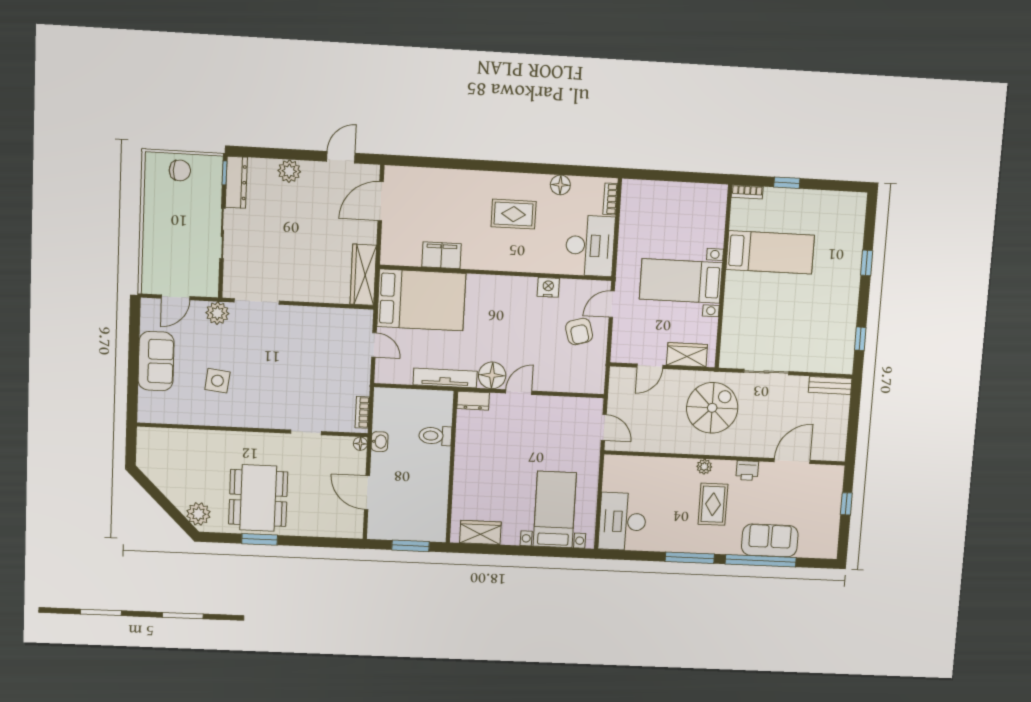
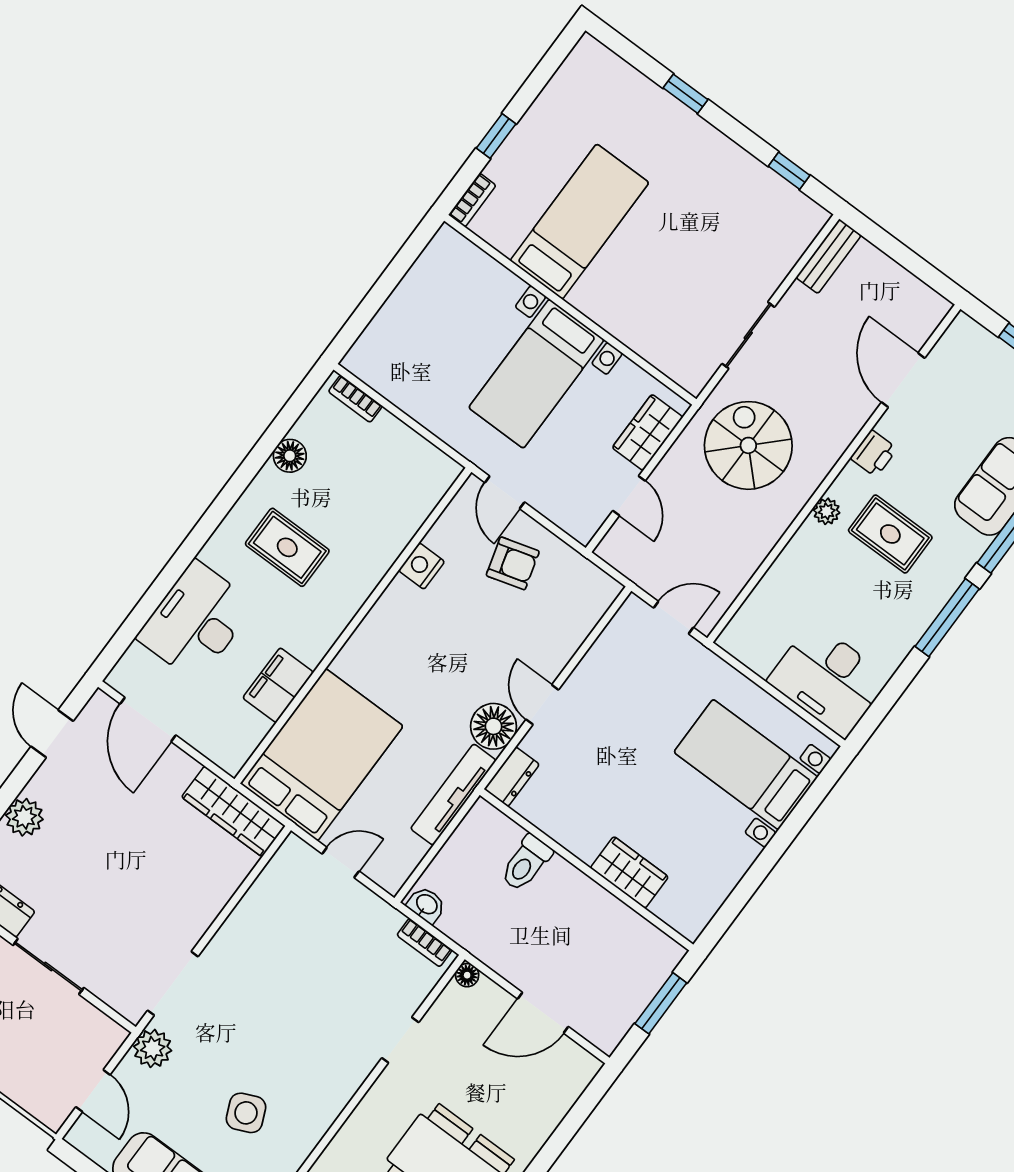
rug: (514, 214) -> (287, 547), turned 90
desk: (590, 246) -> (196, 621), moved, turned -90
side table: (217, 381) -> (246, 1113), turned -31
washbasin: (380, 442) -> (426, 905), moved
wardrobe: (480, 532) -> (629, 872), moved, turned 90

